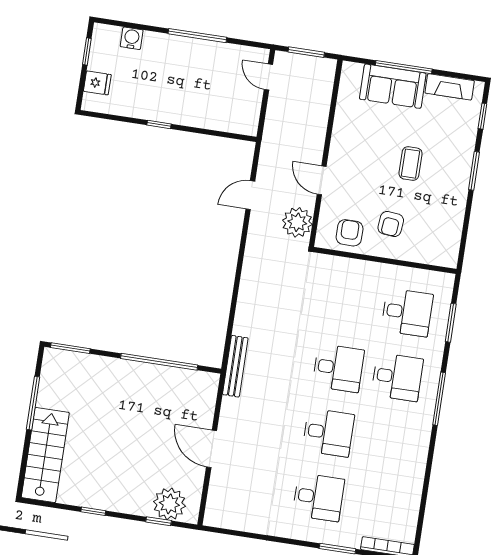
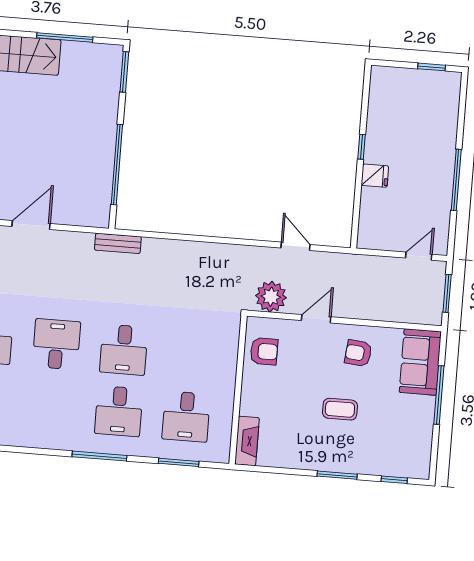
water cooler: (132, 38) -> (449, 112), removed
fridge: (97, 83) -> (375, 176), moved, turned -90
sofa: (393, 86) -> (420, 362), moved
fireplace: (450, 87) -> (247, 441), moved, turned 180
armchair: (391, 224) -> (358, 353), moved
bench: (235, 366) -> (118, 243), width x0.73
desk: (328, 433) -> (56, 344), turned 180

